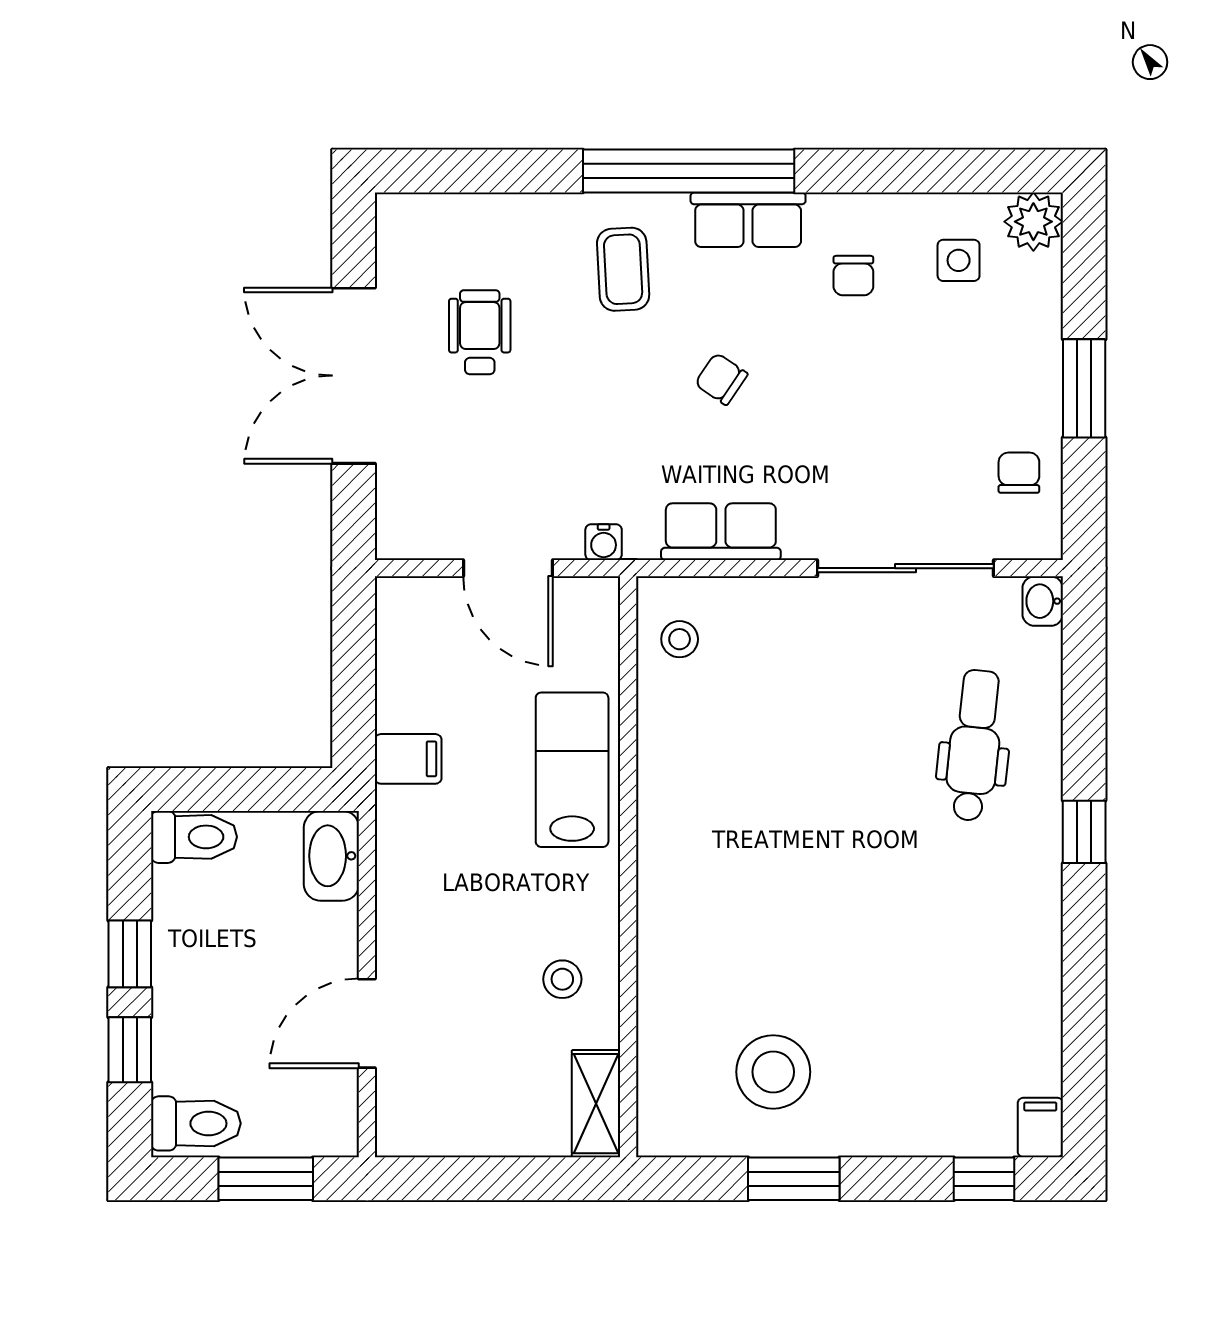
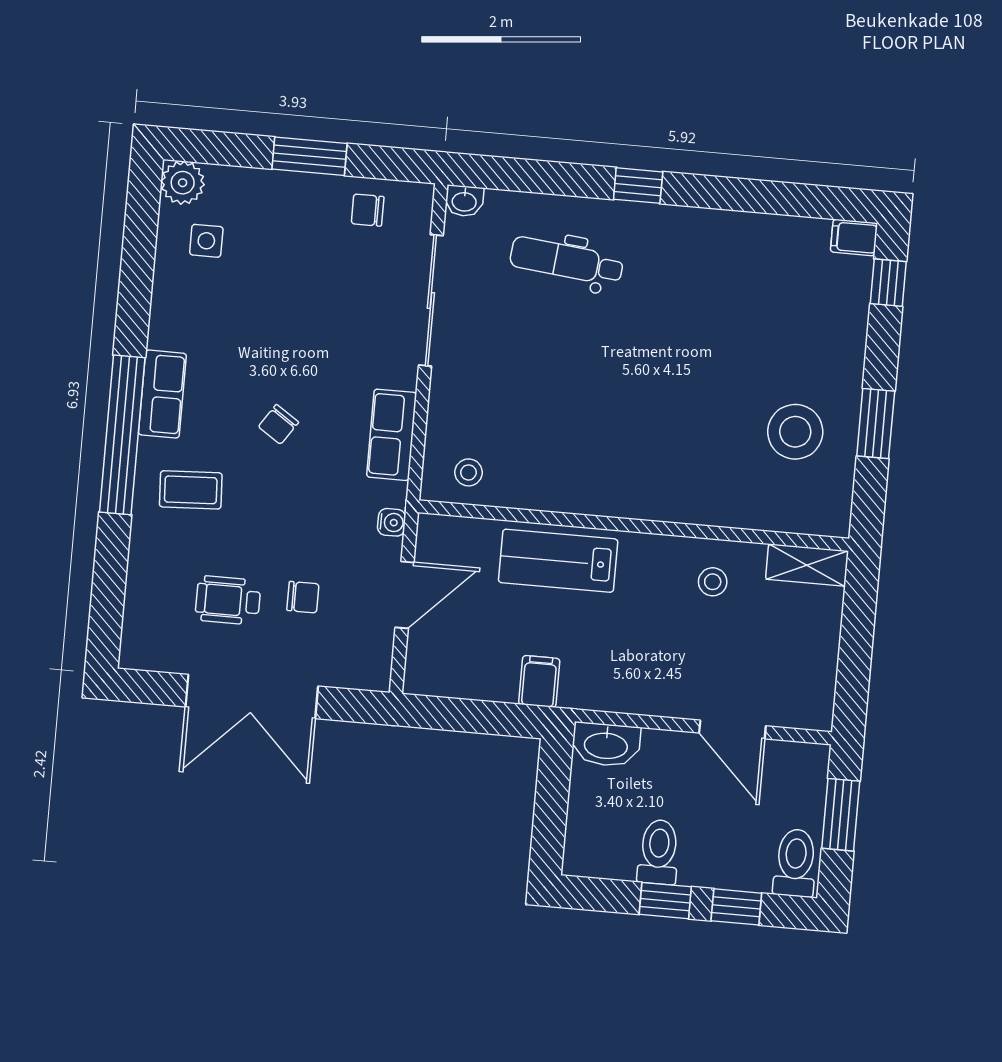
chair: (853, 276) -> (303, 597), moved
toilet: (194, 837) -> (659, 852), moved

